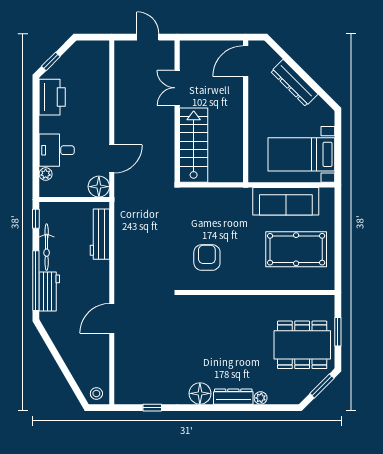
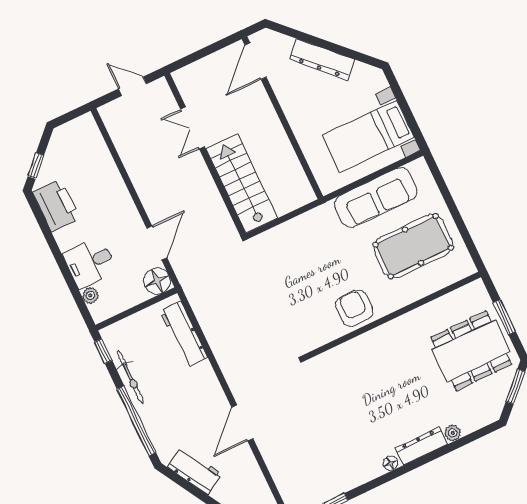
armchair: (207, 258) -> (354, 308), moved
workbench: (49, 291) -> (195, 471), moved, turned -30
floor lamp: (200, 393) -> (390, 463), width x0.53, depth x0.53

